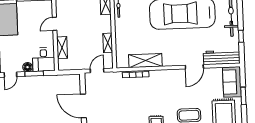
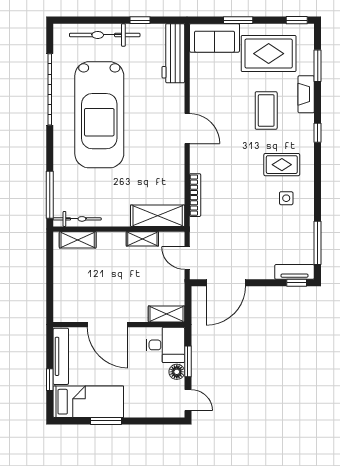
door: (55, 24) -> (108, 325), width x1.87
shelving: (62, 48) -> (166, 314), moved
shelving: (145, 61) -> (158, 216), moved, turned 90
door: (194, 67) -> (187, 129), moved
door: (83, 106) -> (226, 283), moved

